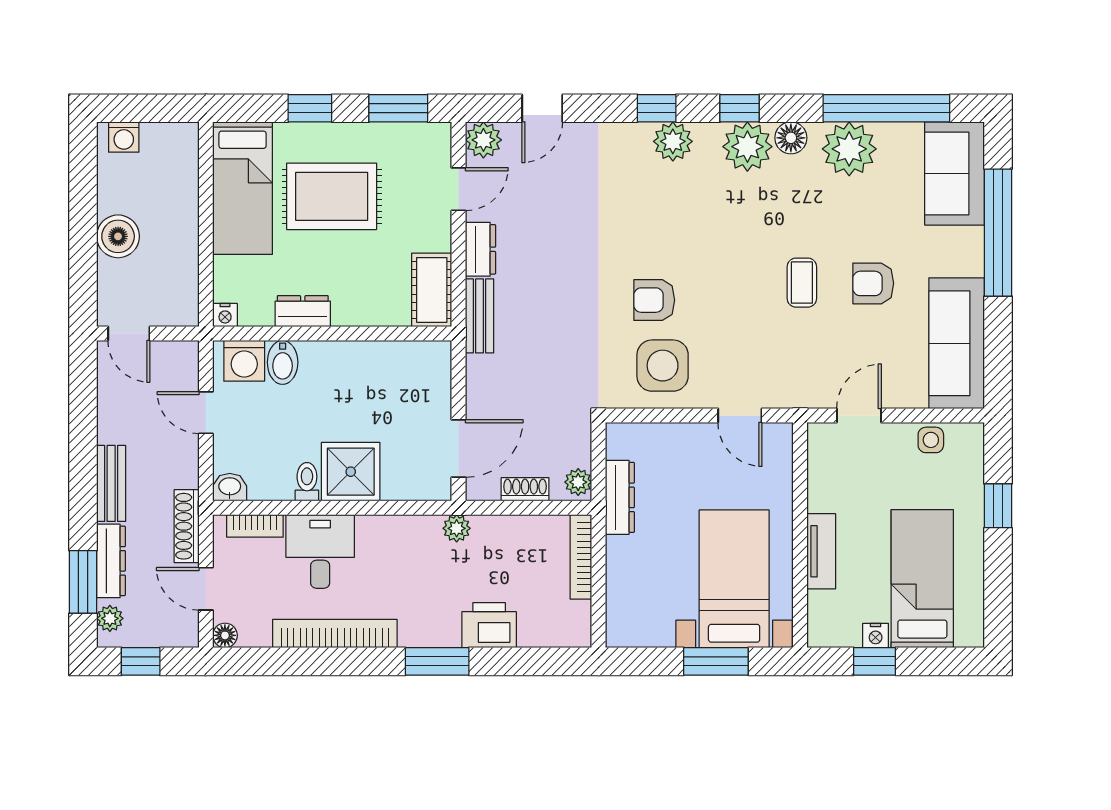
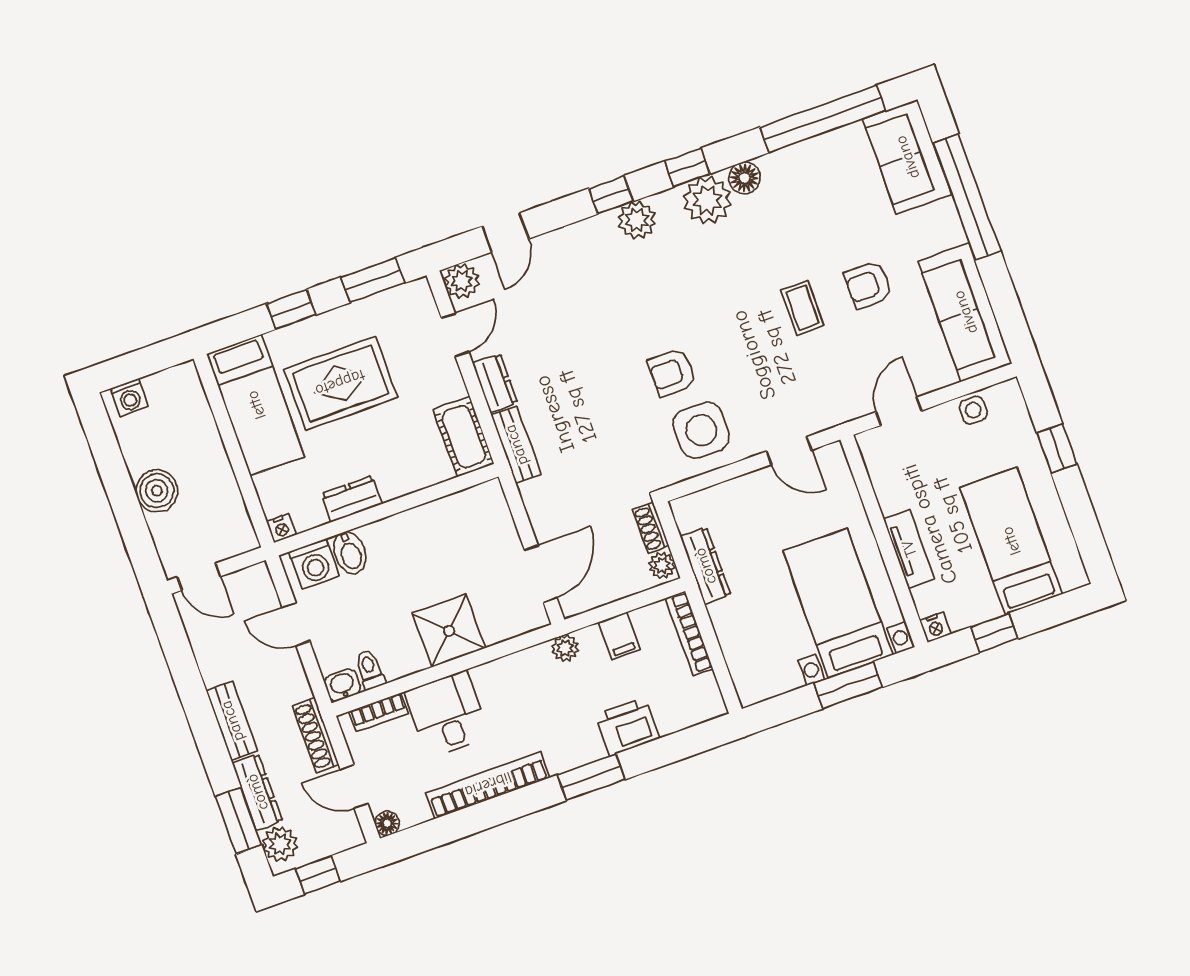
plant: (849, 149) -> (802, 169), removed
toilet: (307, 482) -> (370, 670), moved
shoe rack: (525, 489) -> (651, 528), moved, turned -90
filing cabinet: (513, 535) -> (619, 636), added
plant: (110, 618) -> (280, 844), width x1.38, depth x1.38
nightstand: (876, 636) -> (935, 627), moved

